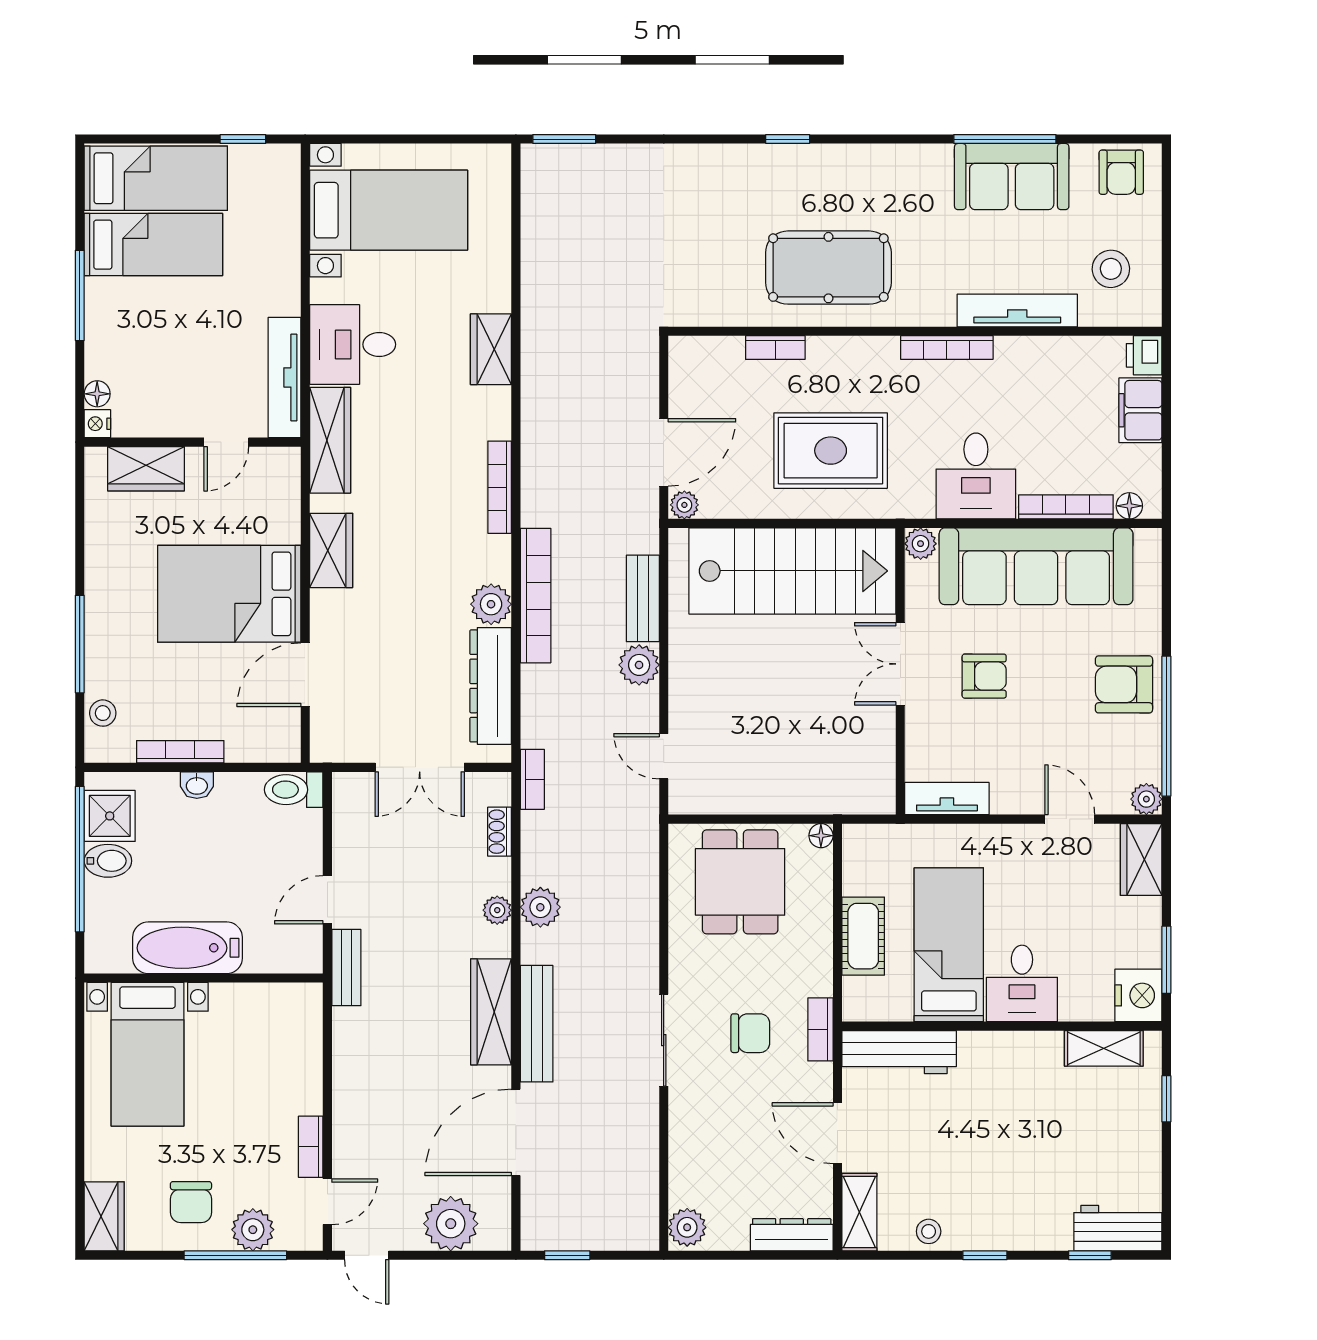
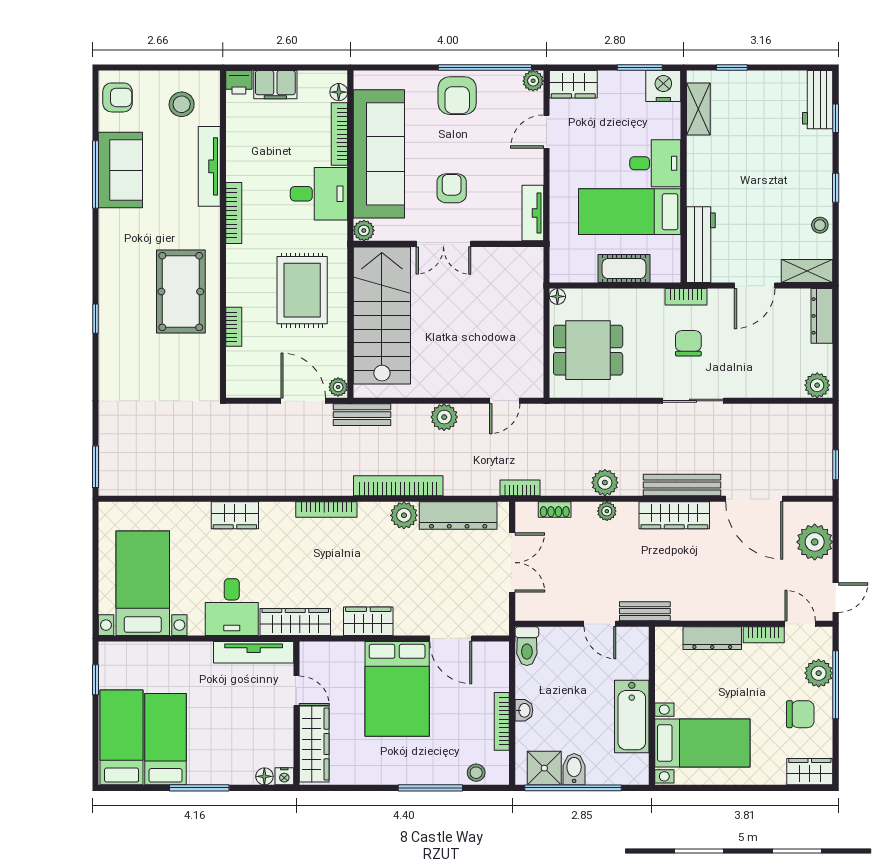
wardrobe: (146, 469) -> (314, 744), width x1.50
bench: (643, 598) -> (362, 415), moved
dresser: (306, 1069) -> (712, 638), added

